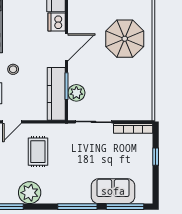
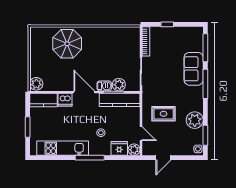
parasol: (125, 39) -> (67, 44), moved
barbecue: (75, 74) -> (104, 86), added
sofa: (113, 191) -> (194, 69), moved

